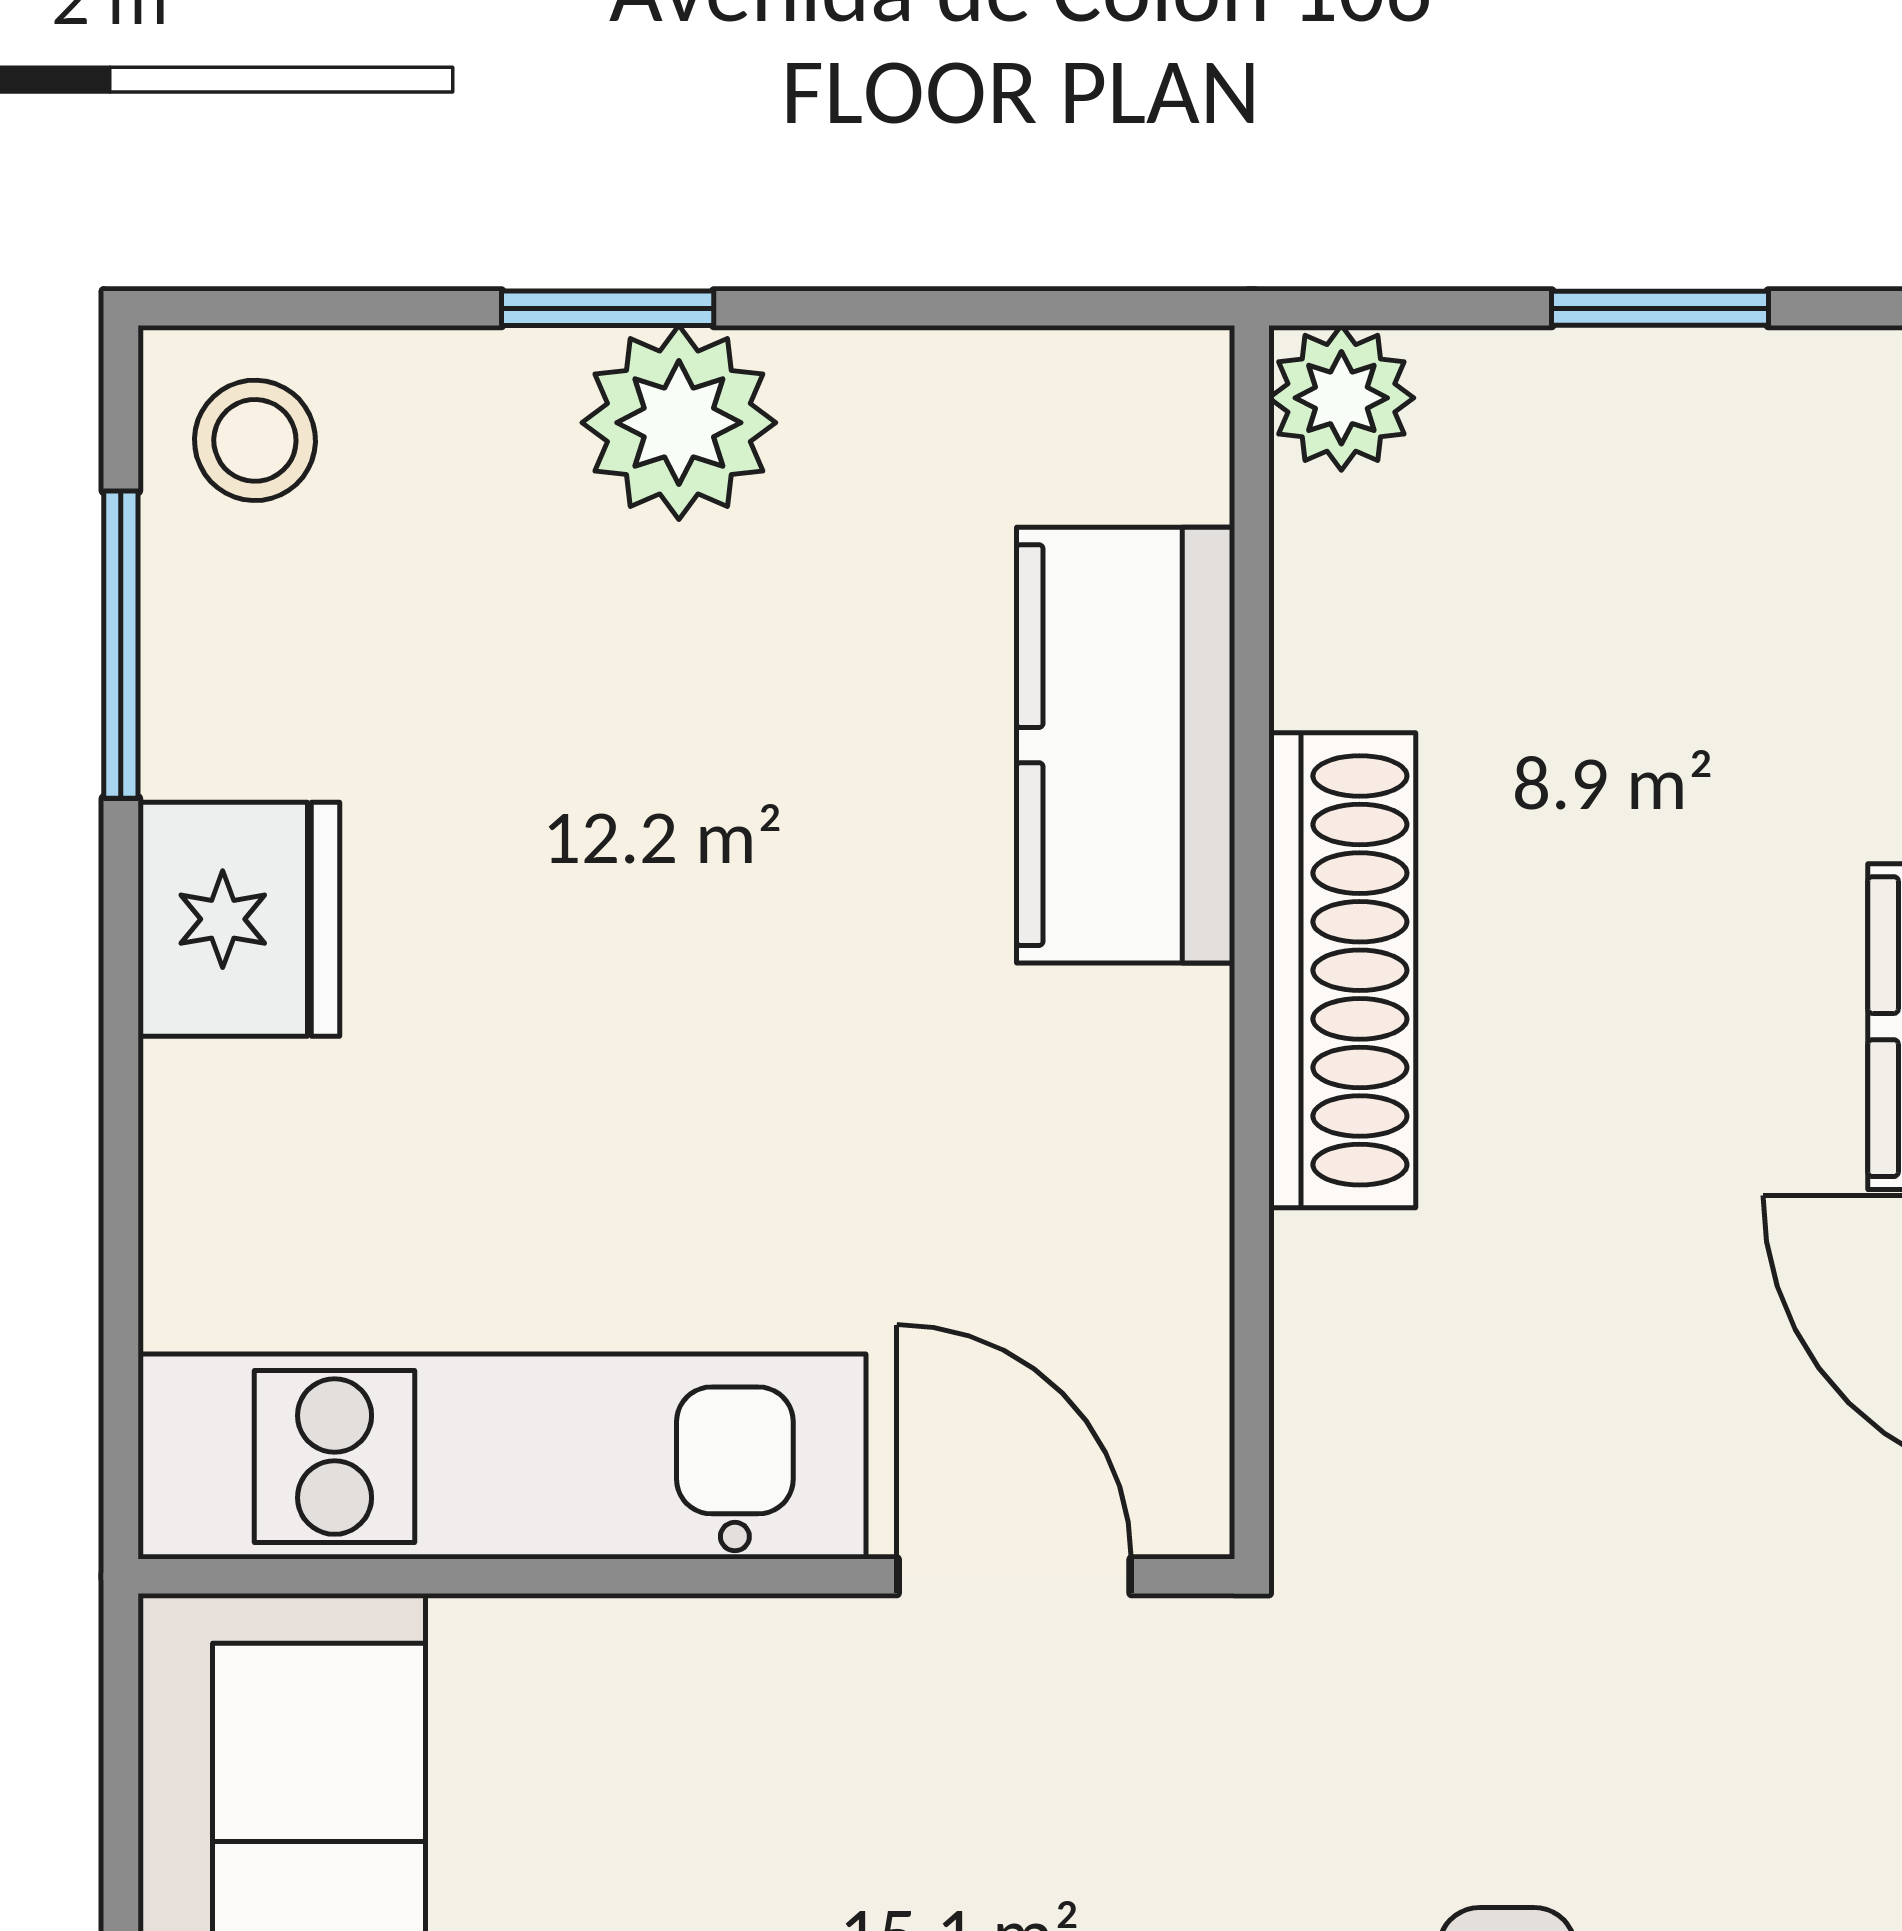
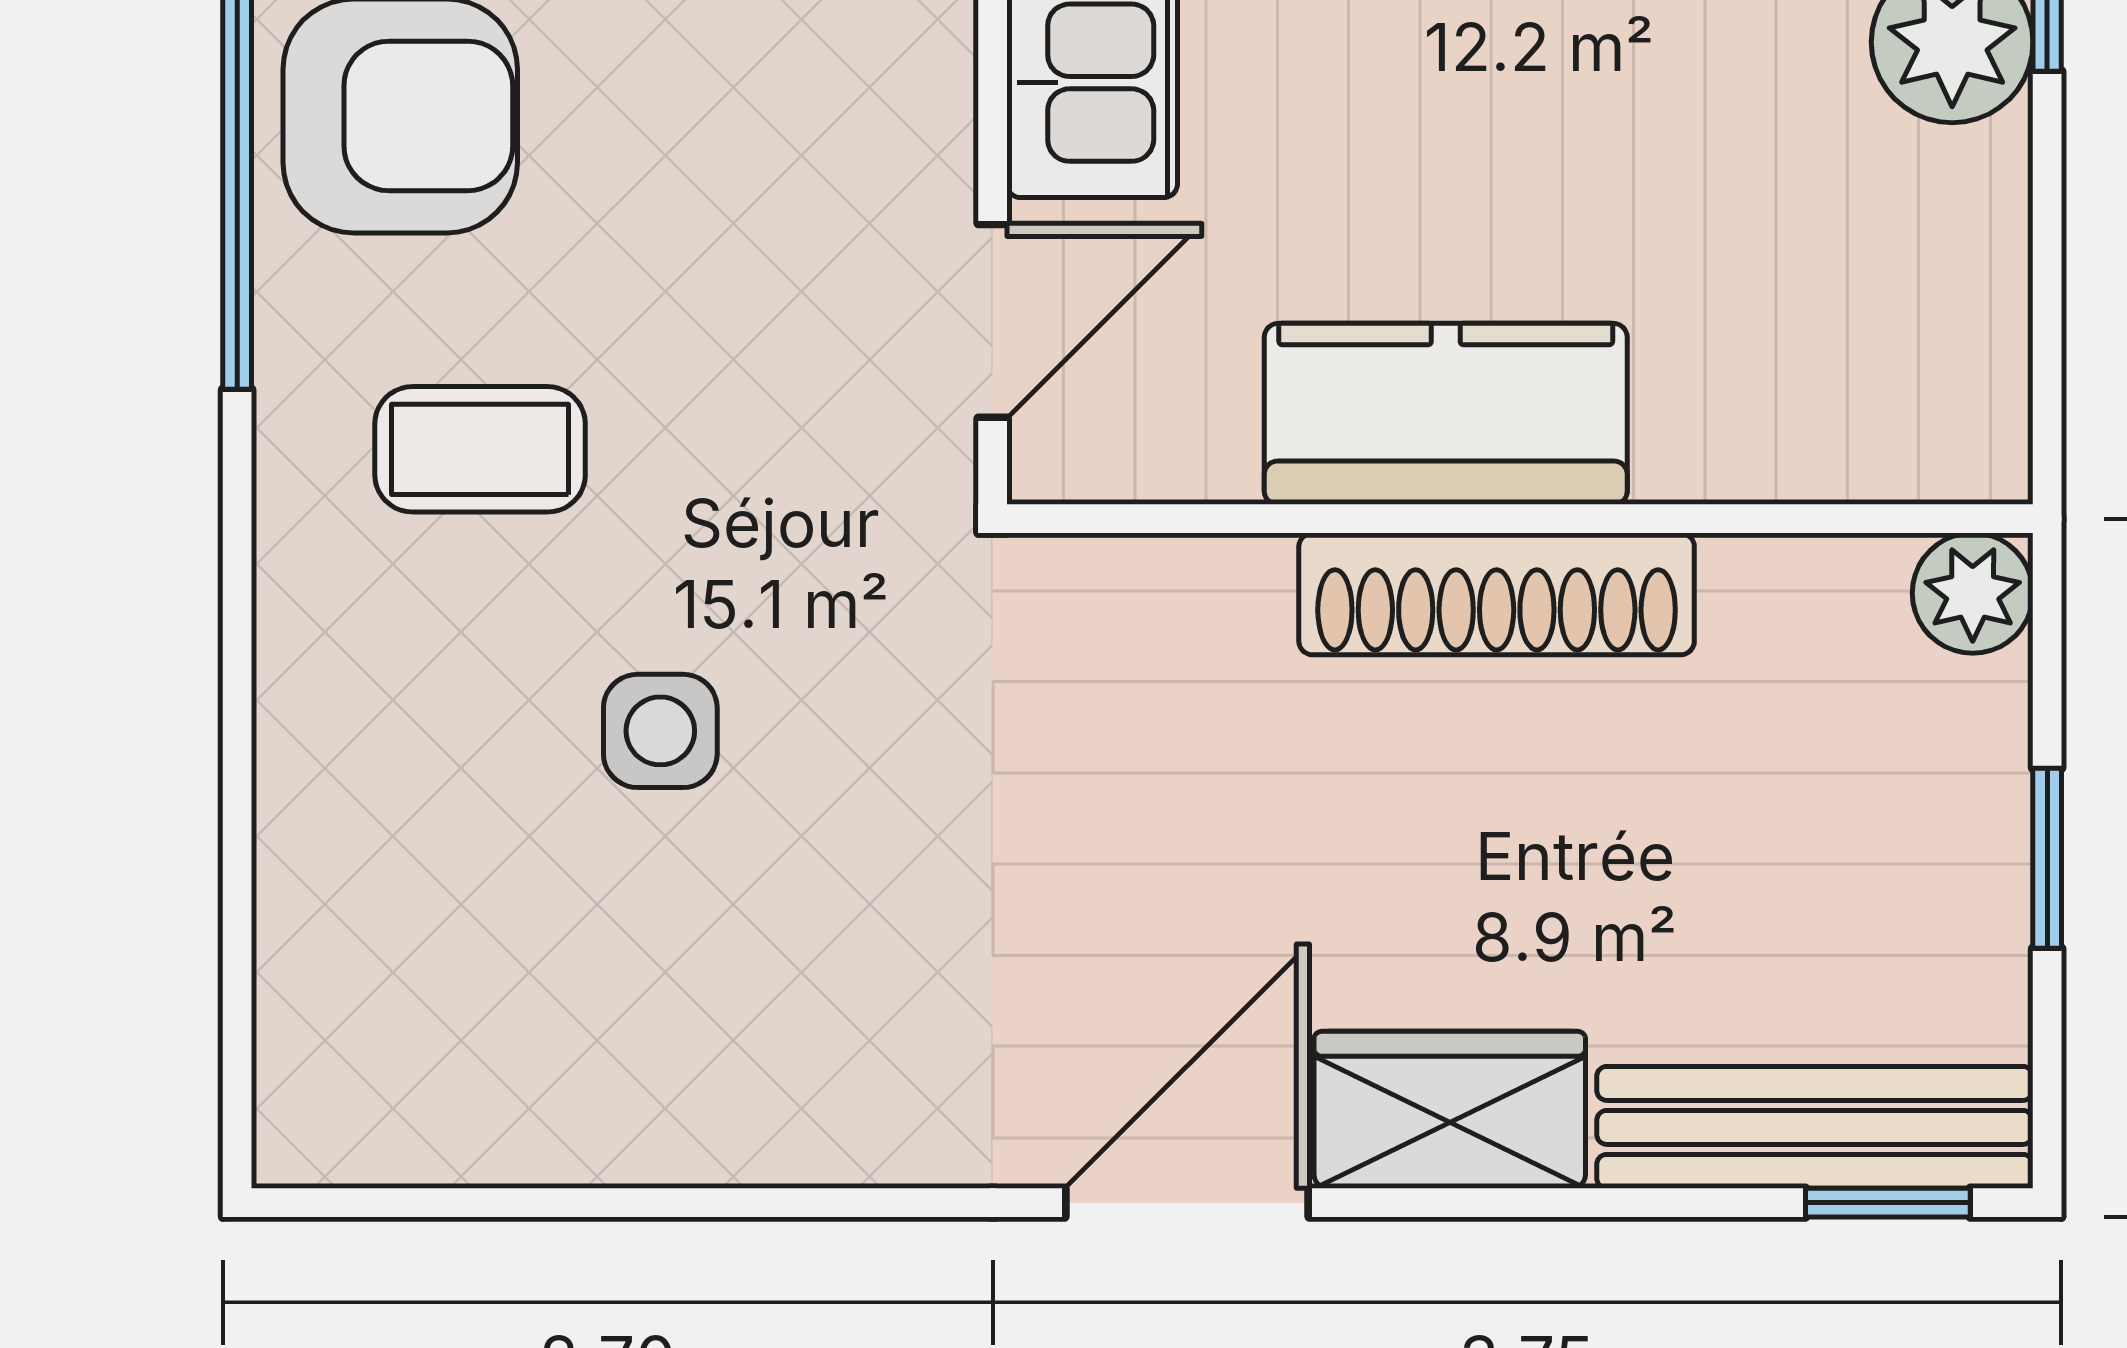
kitchen counter: (1126, 745) -> (1446, 414), moved

